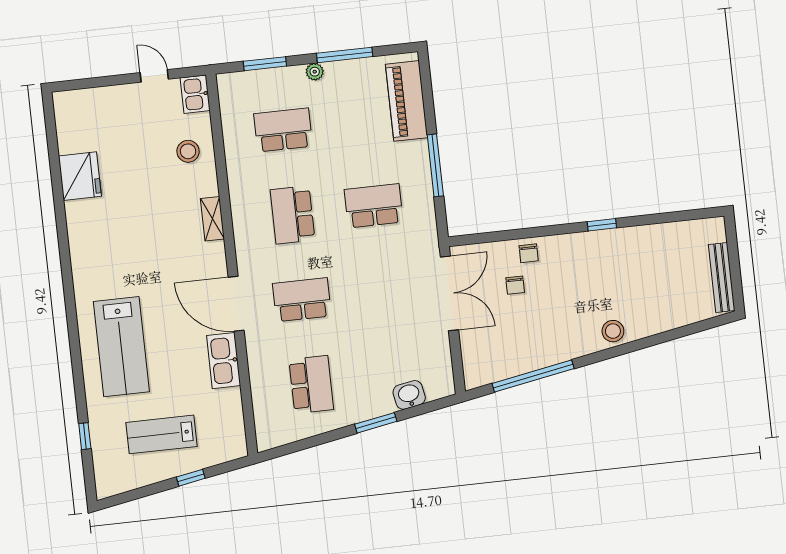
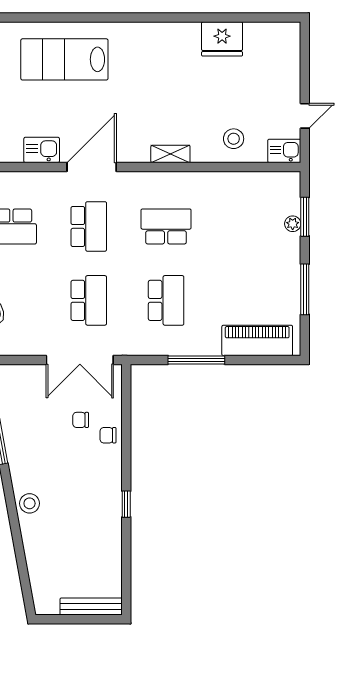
plant: (315, 72) -> (293, 224), moved
school desk: (283, 130) -> (89, 300), moved
bench: (722, 277) -> (91, 606), moved
kitchen sink: (224, 361) -> (42, 150), width x0.73

